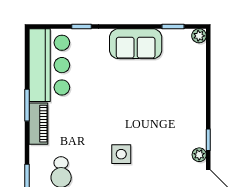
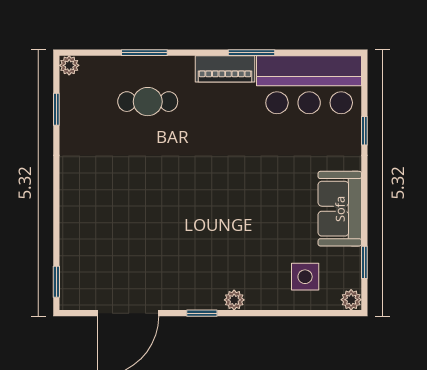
side table: (121, 154) -> (305, 277), moved
plant: (199, 155) -> (234, 300), moved

